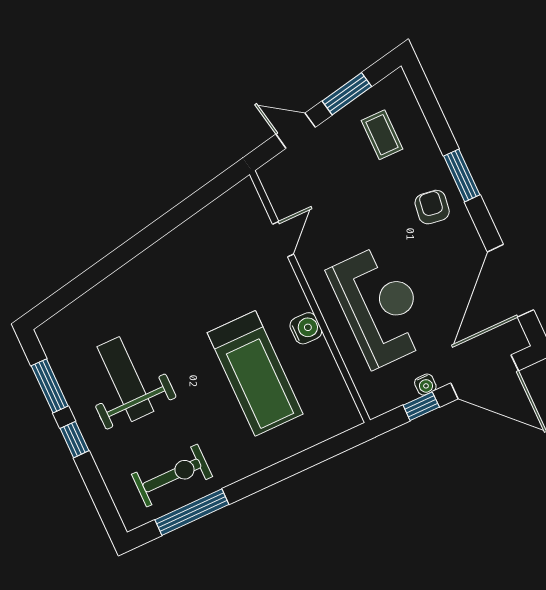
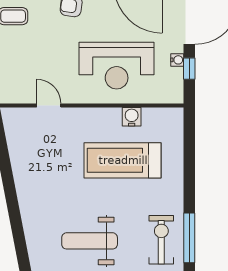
reception desk: (380, 306) -> (117, 66), turned 180
water cooler: (306, 328) -> (132, 117), moved
treadmill: (255, 373) -> (123, 160), turned 180

